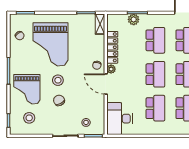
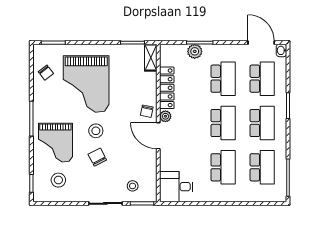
desk: (119, 119) -> (176, 187), width x0.73

